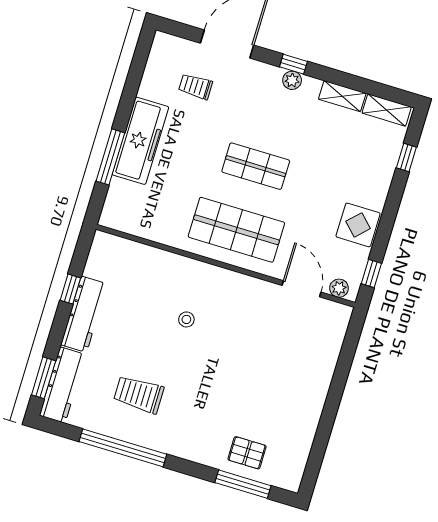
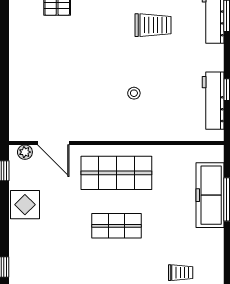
freezer: (140, 141) -> (210, 195), moved
workbench: (84, 314) -> (213, 101), moved

